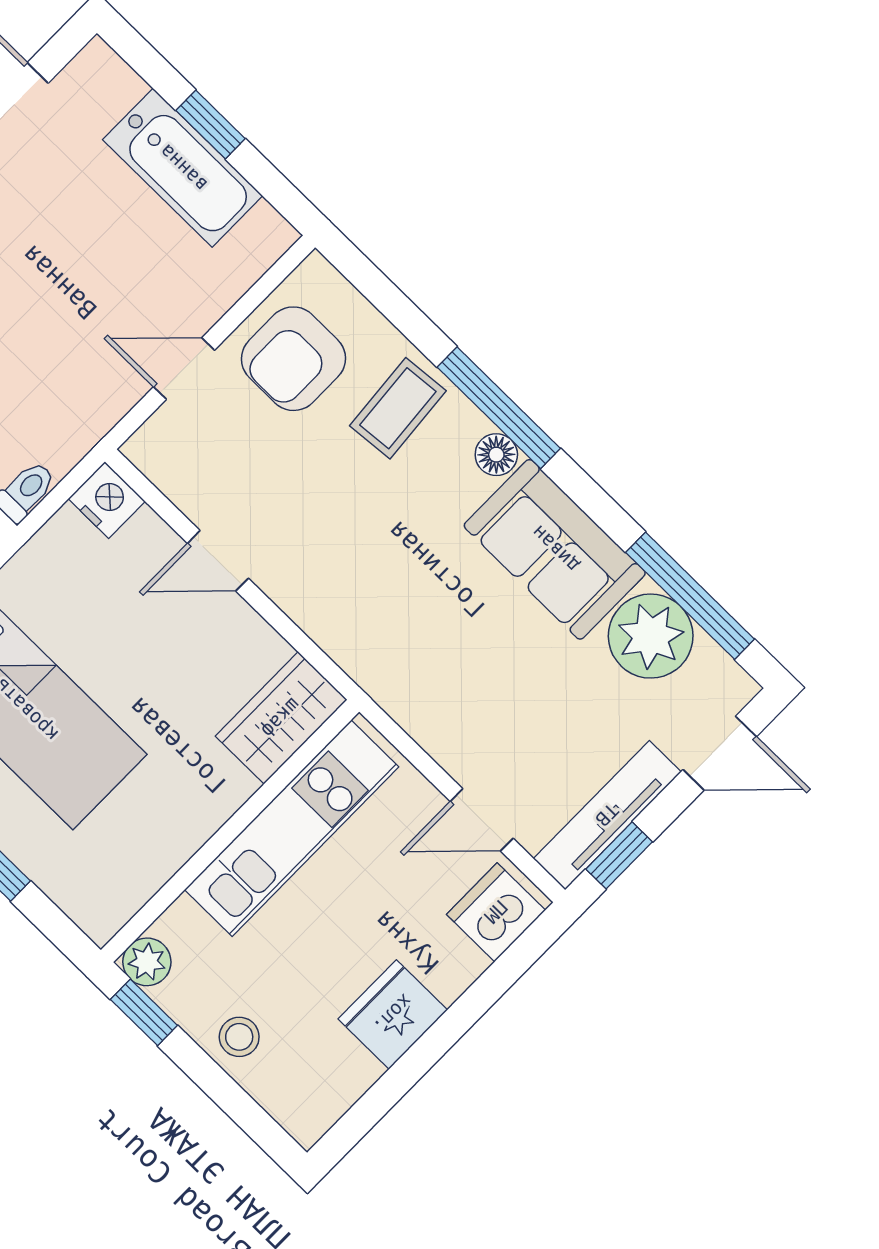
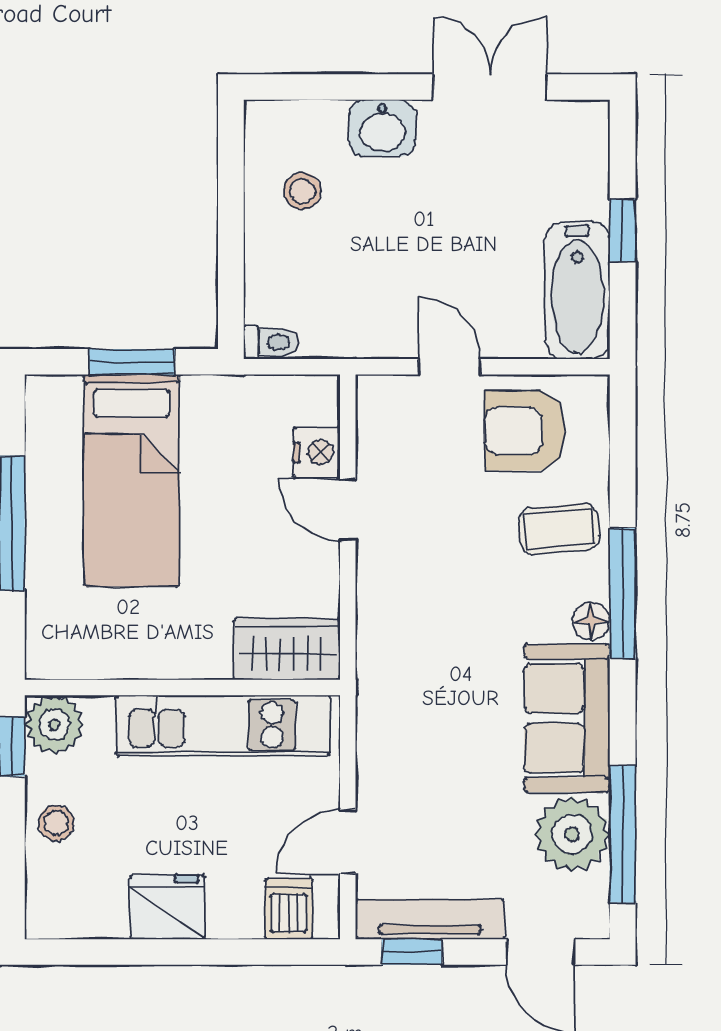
bathtub: (183, 168) -> (577, 290), moved
nightstand: (107, 500) -> (317, 452), moved
door: (482, 820) -> (348, 842), hinge flipped
dishwasher: (496, 912) -> (289, 909), width x0.73
plant: (147, 962) -> (54, 725), width x1.38, depth x1.38

